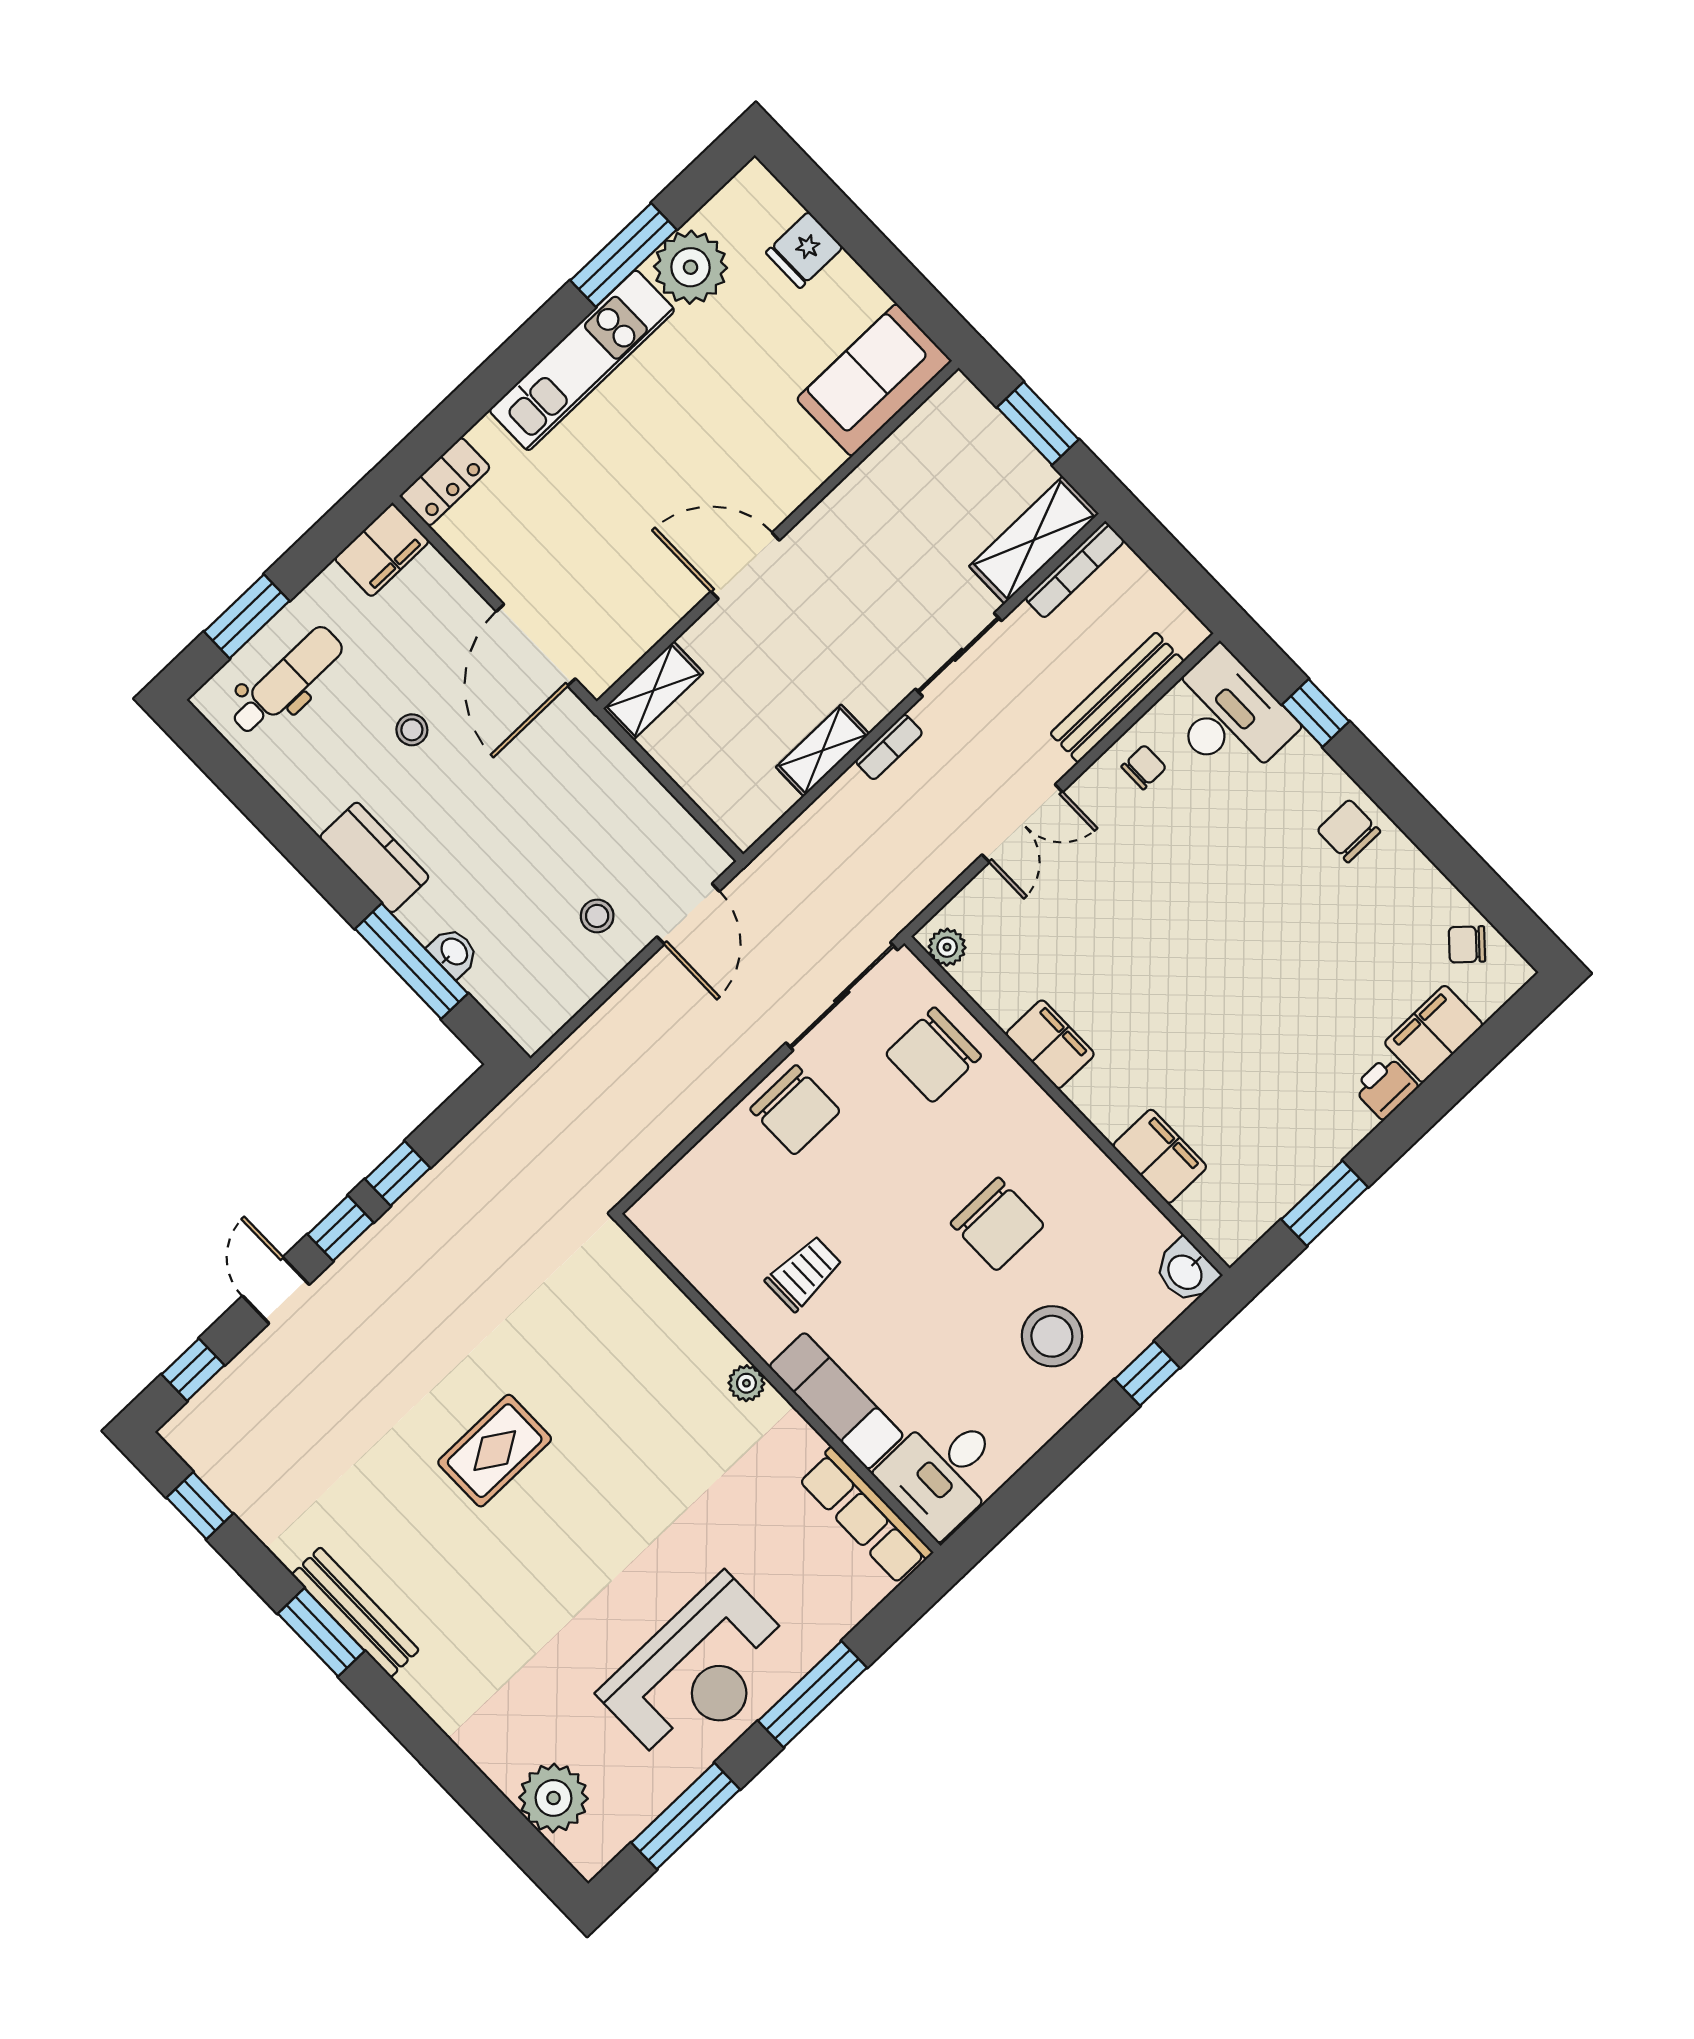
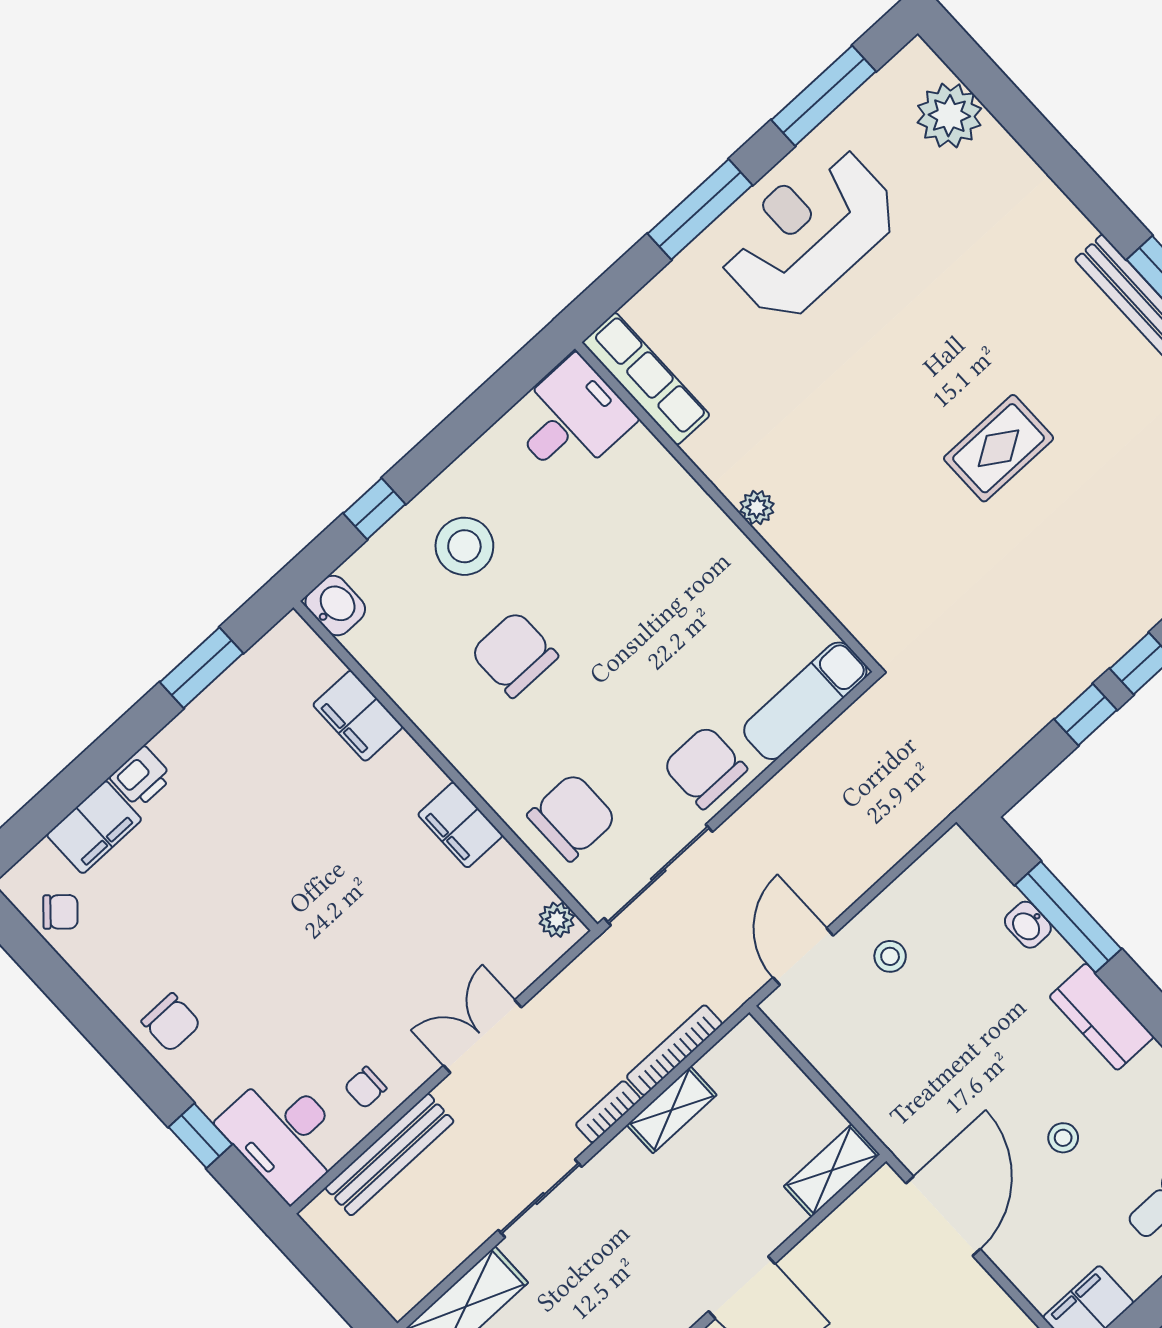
bookcase: (1075, 570) -> (674, 1050), moved
trolley: (804, 1273) -> (700, 611), removed
exam couch: (836, 1401) -> (805, 701), moved, turned 90

